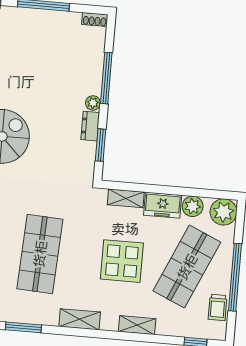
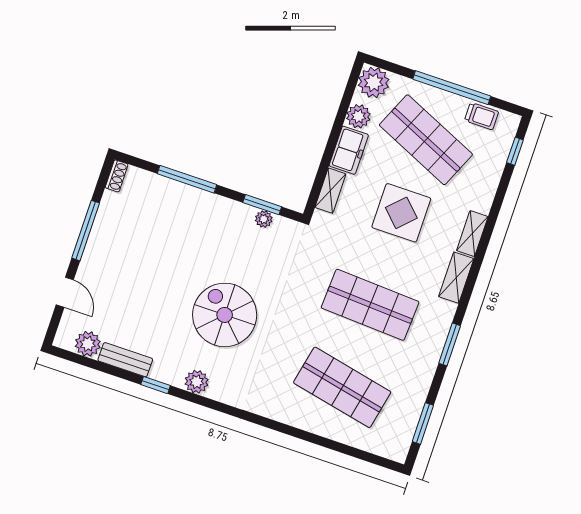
plant: (93, 103) -> (264, 219), moved
dresser: (90, 126) -> (237, 211), removed
shelving: (137, 325) -> (472, 234), moved

